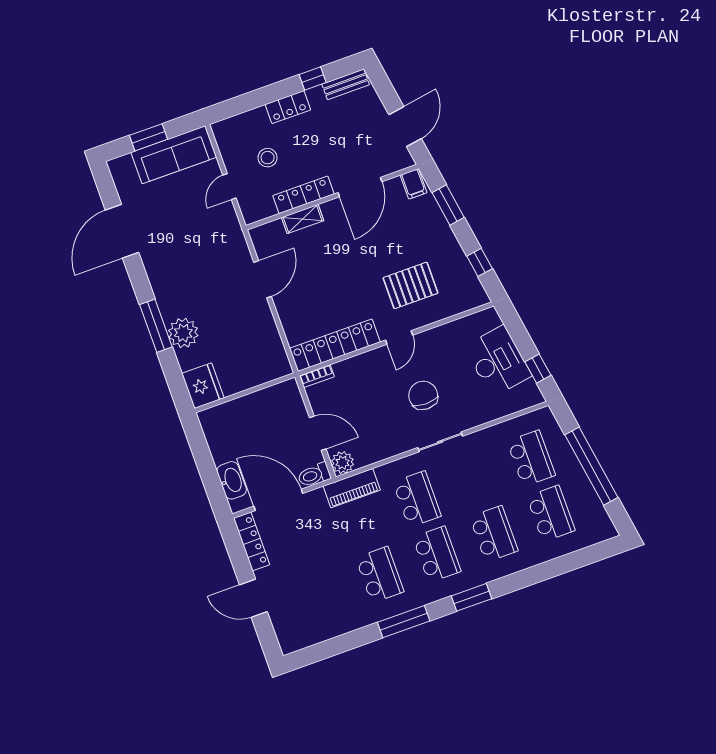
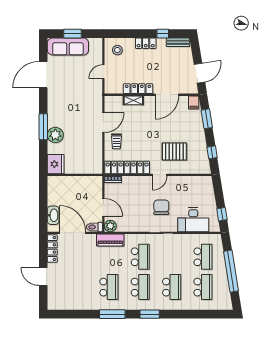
sofa: (174, 155) -> (68, 47), moved
stool: (268, 158) -> (117, 50), moved
trolley: (299, 305) -> (116, 141), added
desk: (498, 361) -> (193, 220), moved, turned 99

